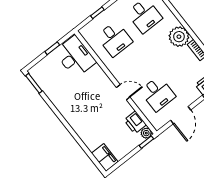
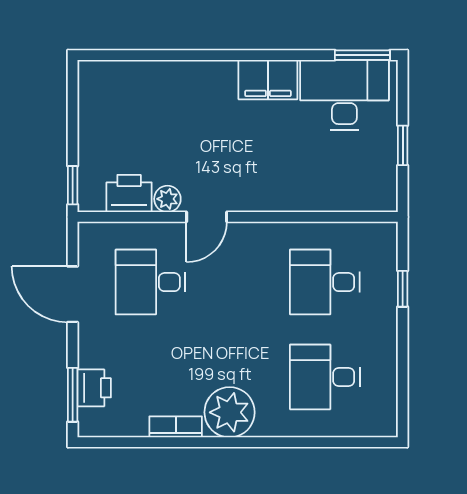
desk: (75, 57) -> (344, 95), moved, turned 180
plant: (146, 133) -> (167, 199), moved
filing cabinet: (105, 158) -> (268, 80), moved

